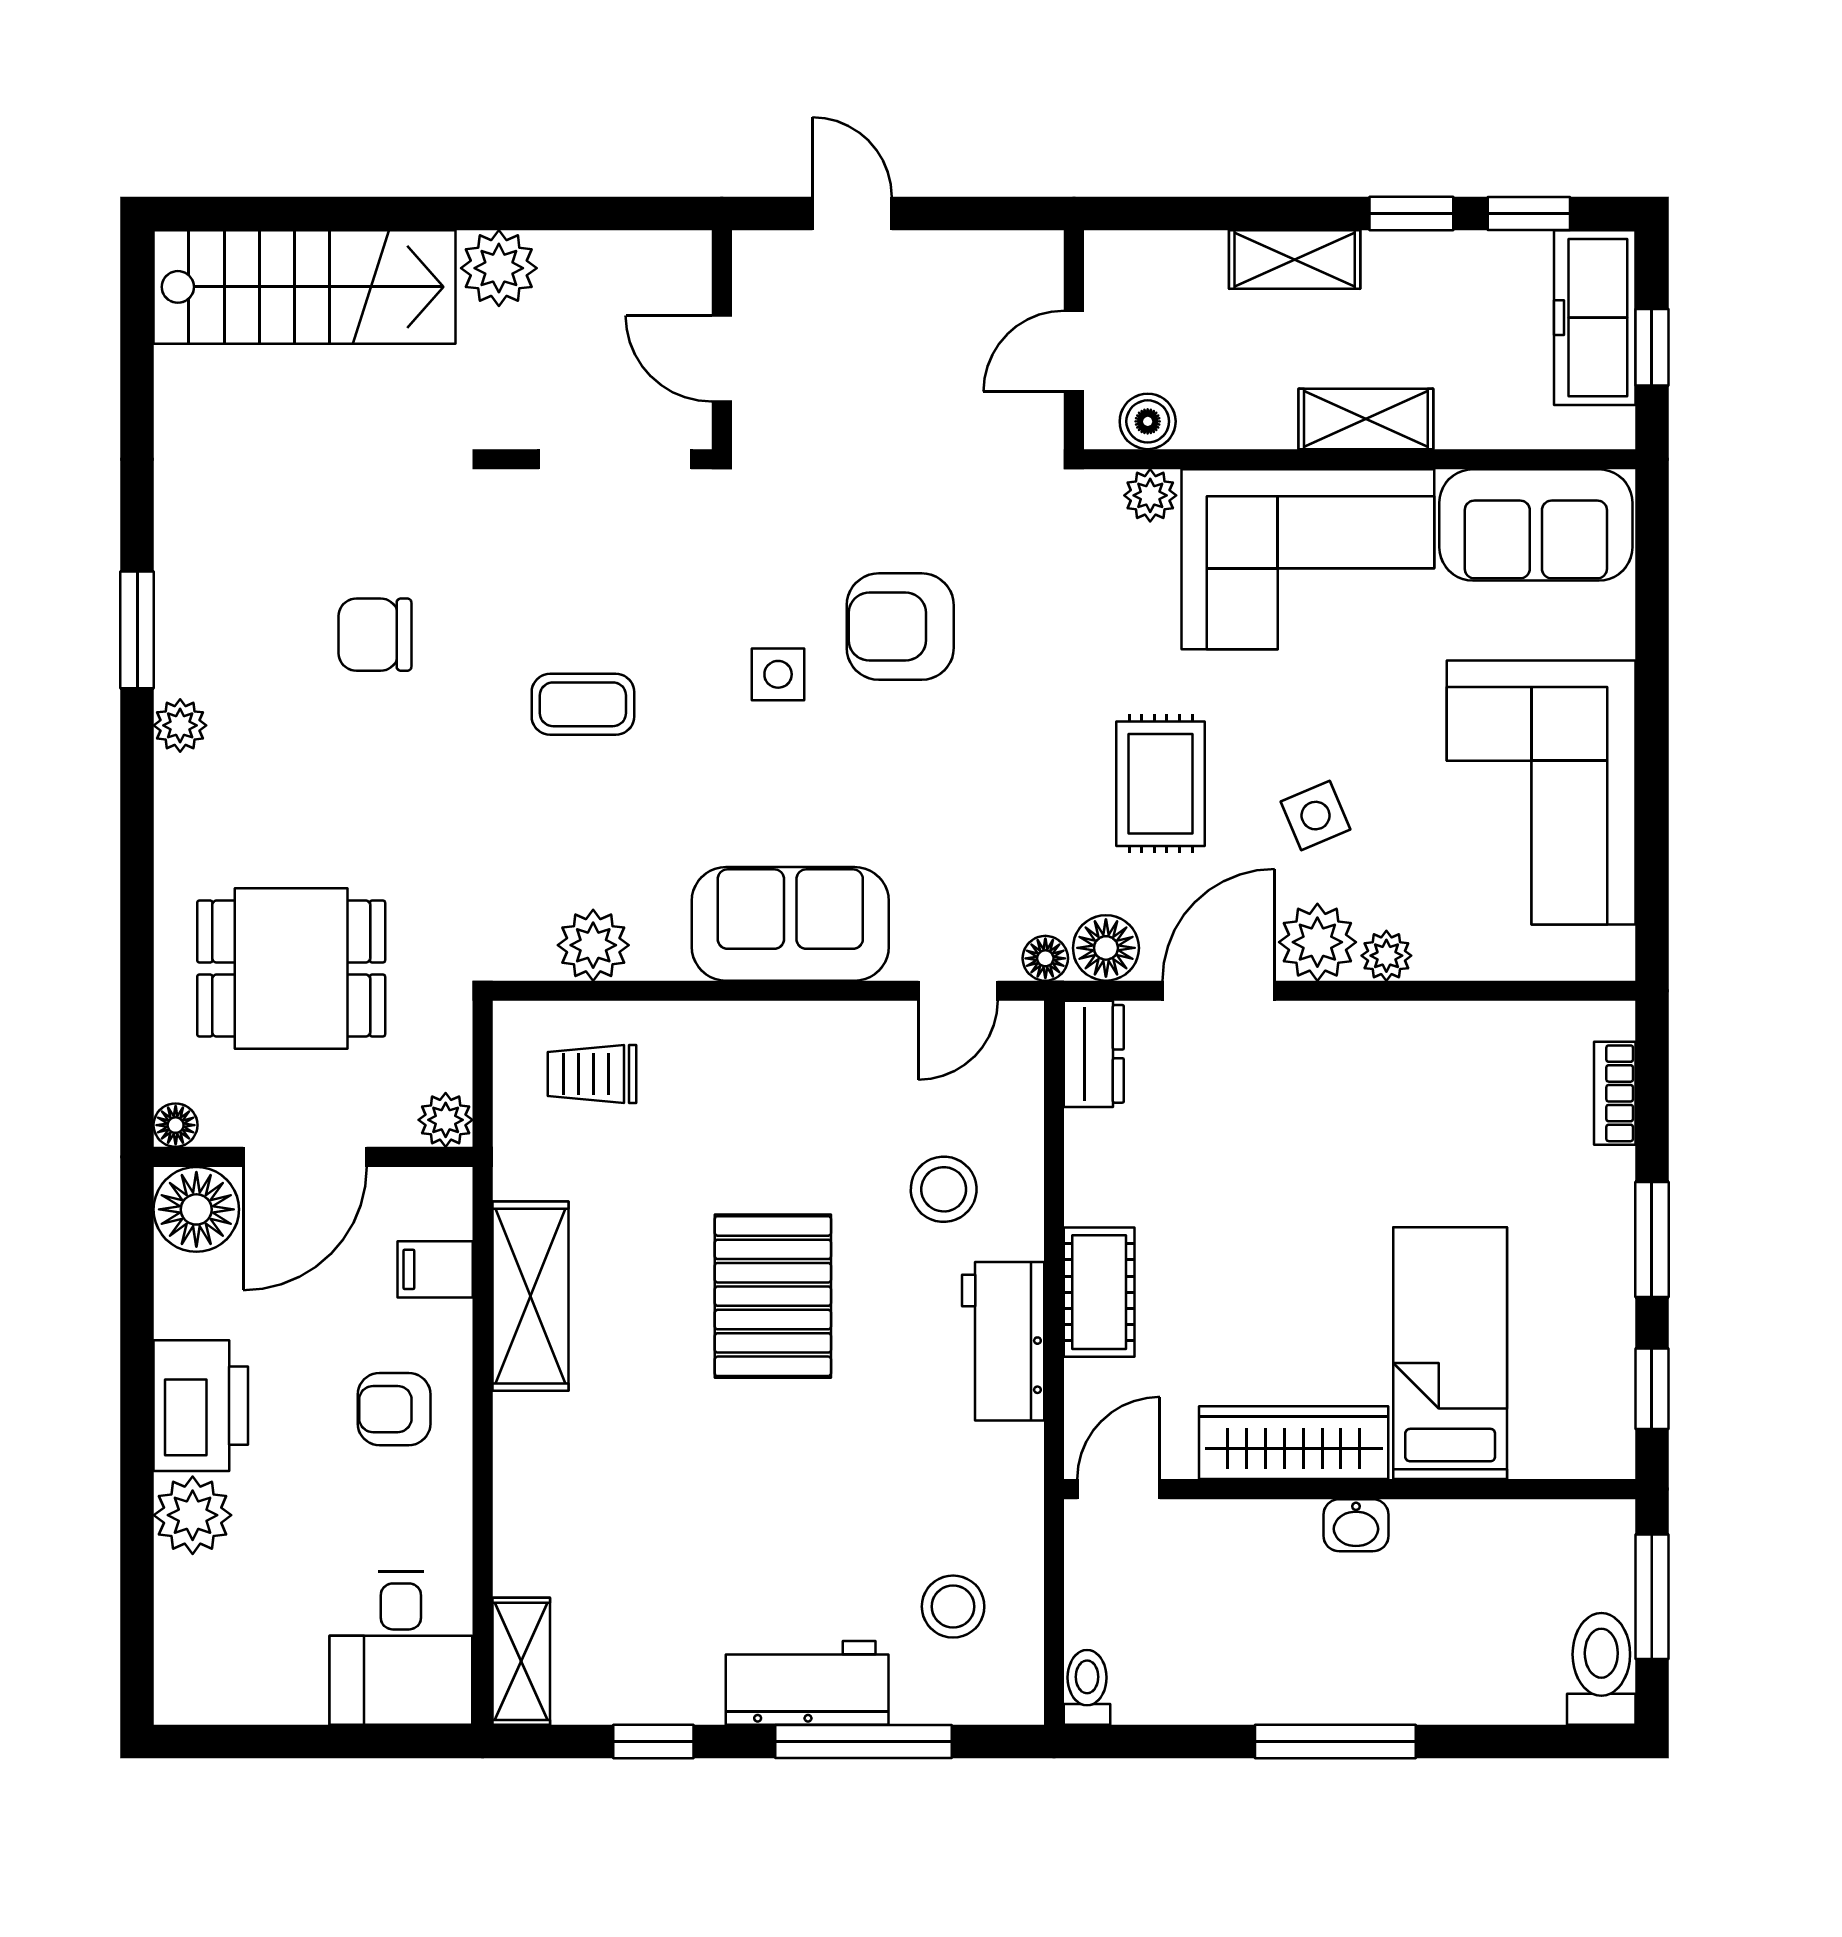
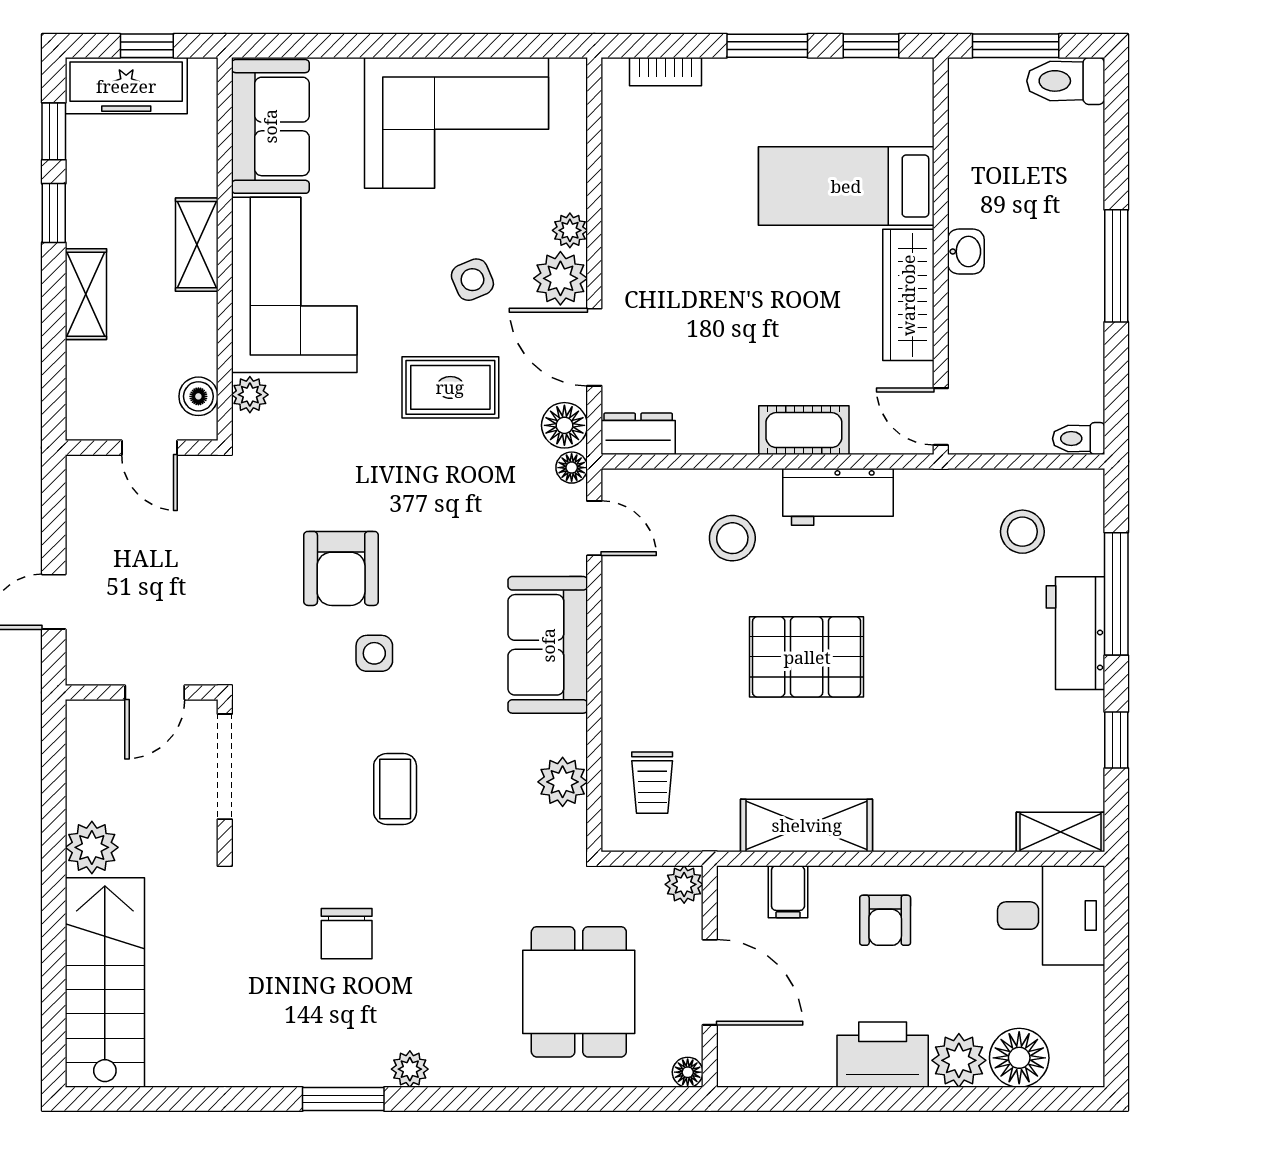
floor lamp: (196, 1209) -> (1019, 1058), moved

